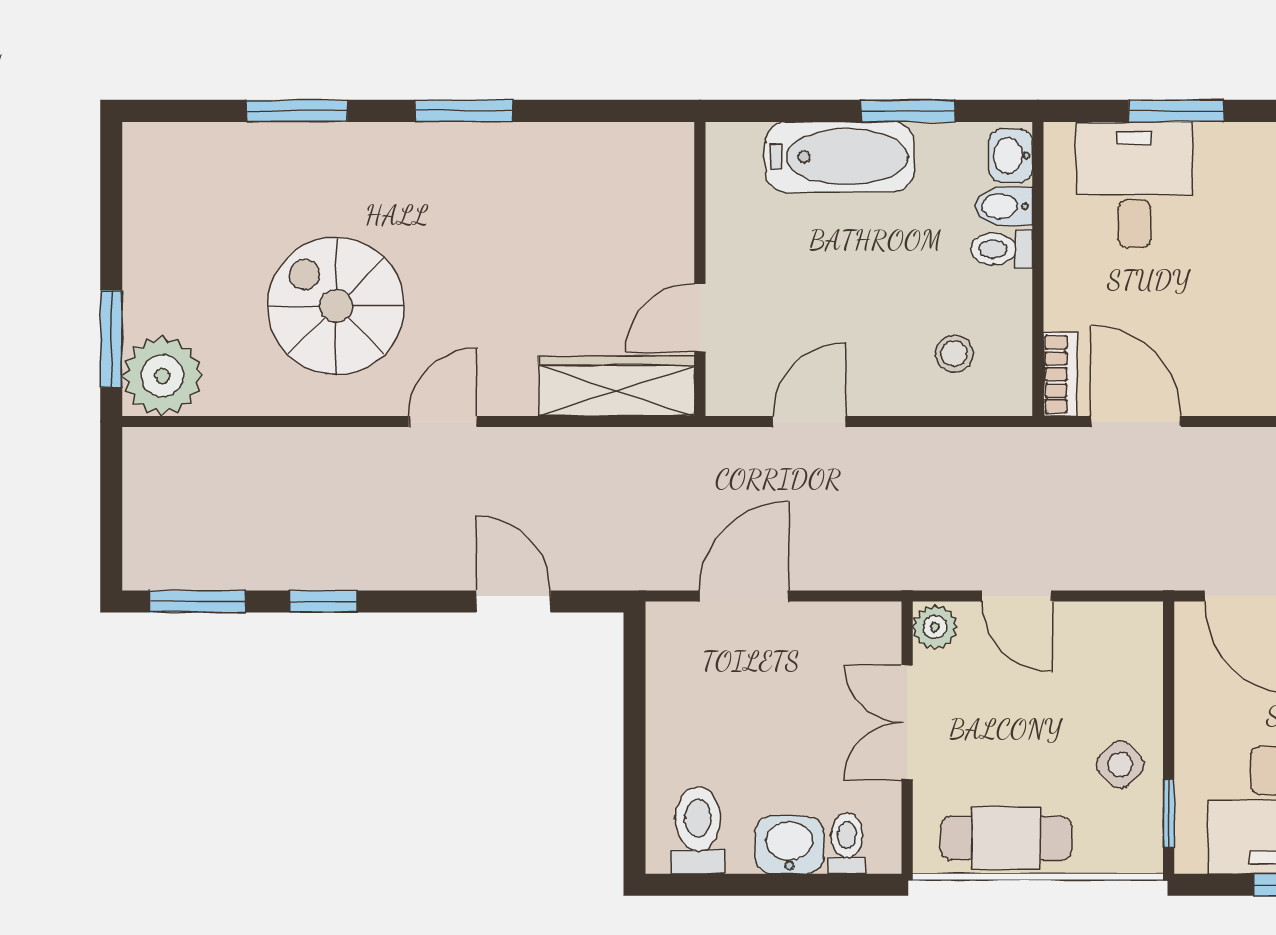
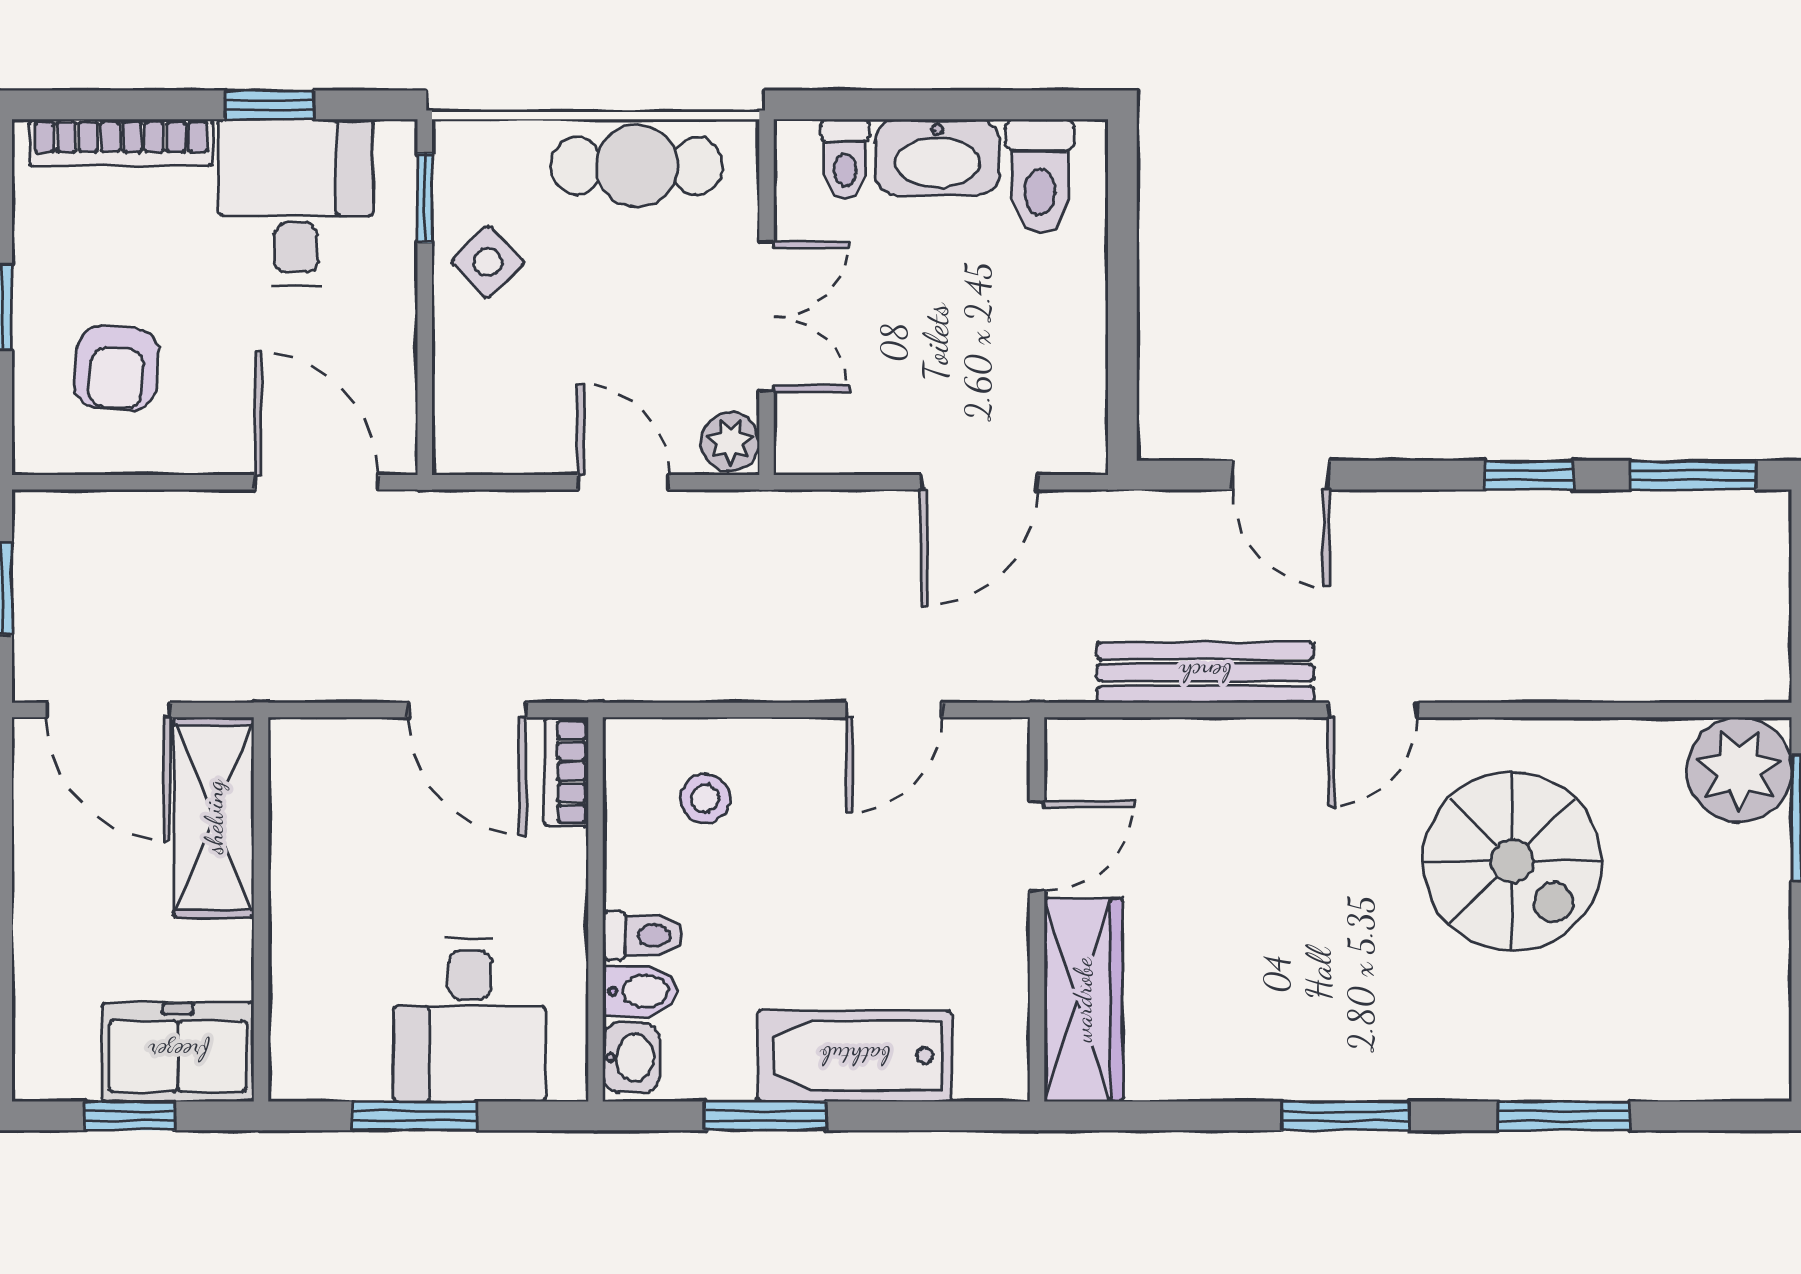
wardrobe: (617, 386) -> (1083, 1000), moved, turned -90
bench: (571, 450) -> (1205, 673), added
washbasin: (789, 845) -> (937, 157), width x1.38

